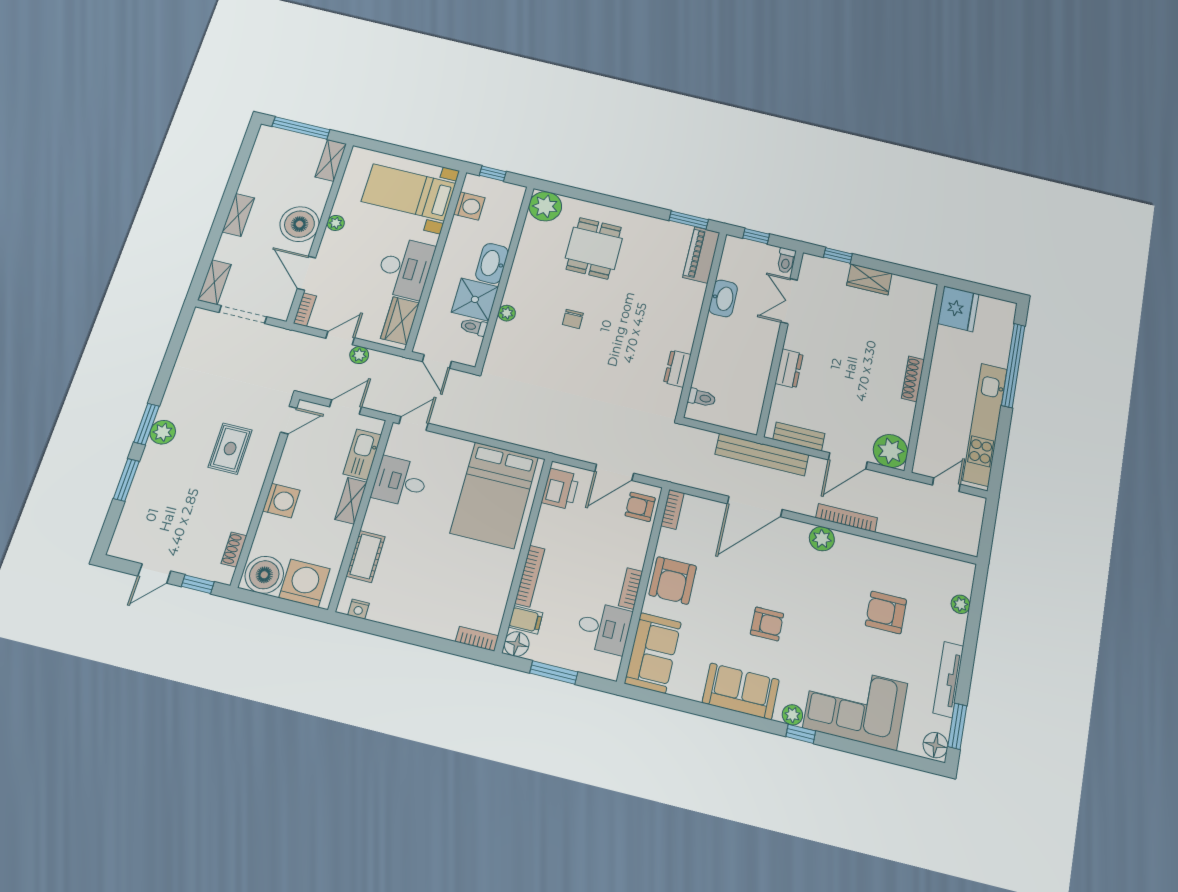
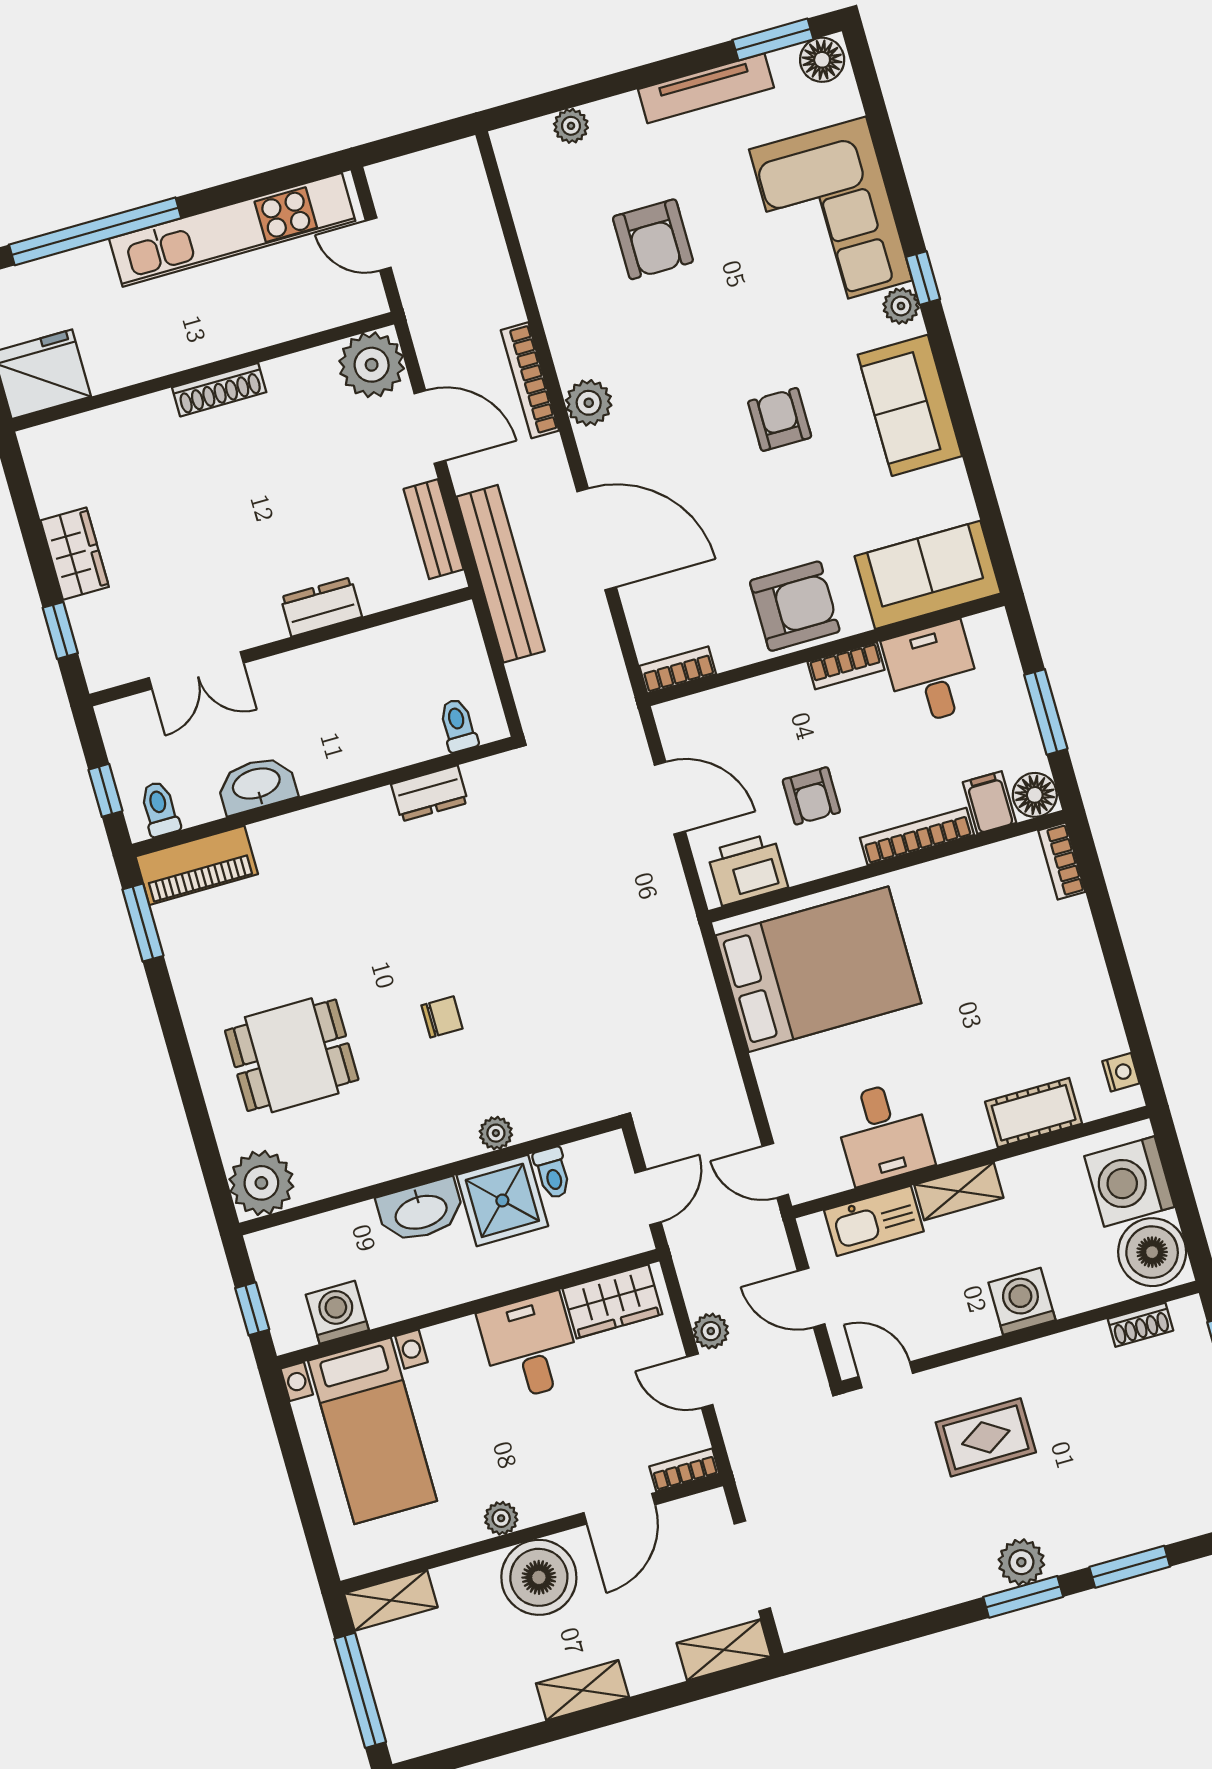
toilet: (786, 261) -> (160, 809), moved, turned -90
desk: (405, 268) -> (530, 1347), width x0.73
armchair: (640, 507) -> (811, 796), moved

